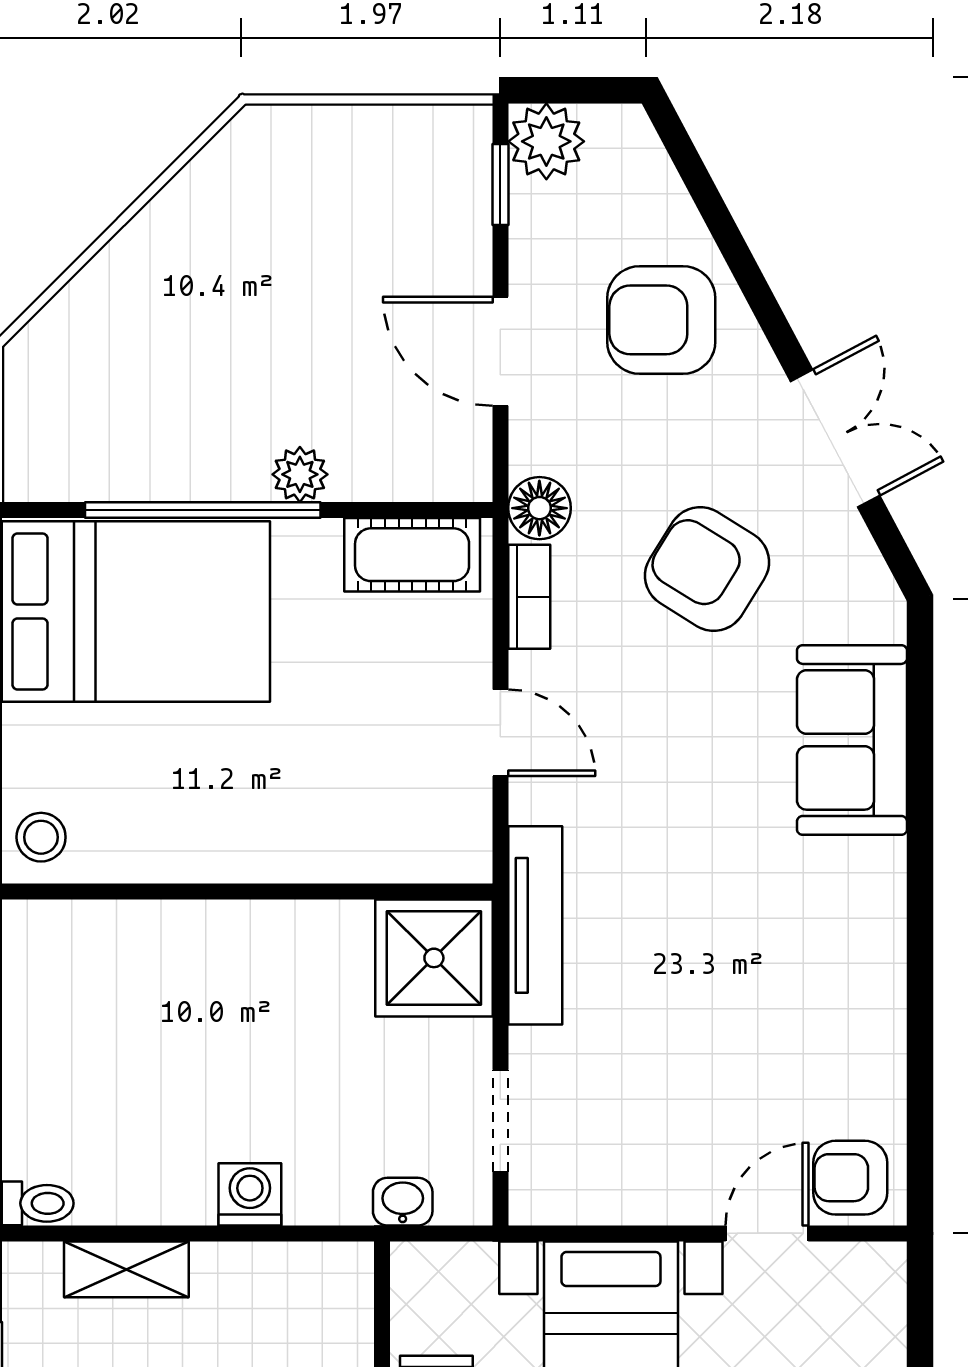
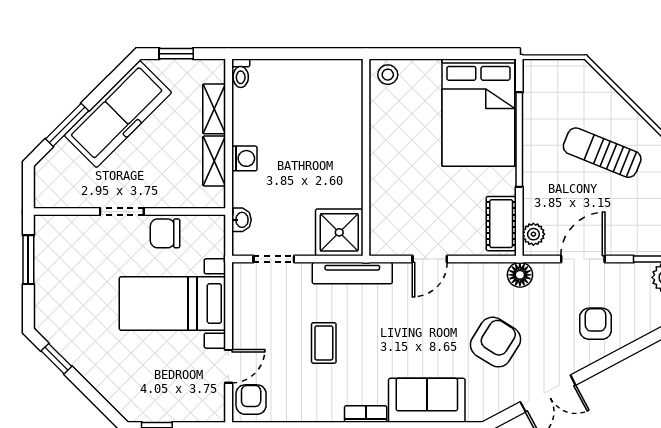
sun lounger: (235, 303) -> (602, 153), added
armchair: (661, 320) -> (595, 324), width x0.72, depth x0.72
plant: (300, 474) -> (533, 234), moved
bookcase: (529, 597) -> (366, 414), moved, turned 180
coffee table: (709, 996) -> (324, 343), added
door: (767, 1233) -> (229, 366), hinge flipped
shelving: (256, 1269) -> (214, 161), added

